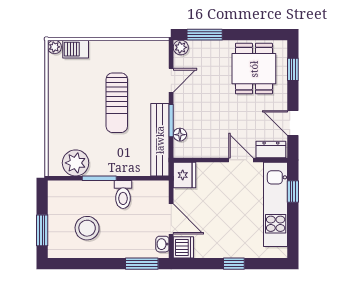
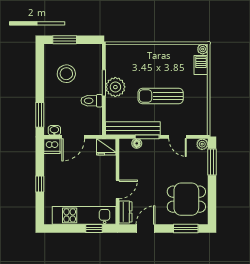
window: (293, 69) -> (186, 228), width x1.50
plant: (76, 163) -> (115, 87), moved

